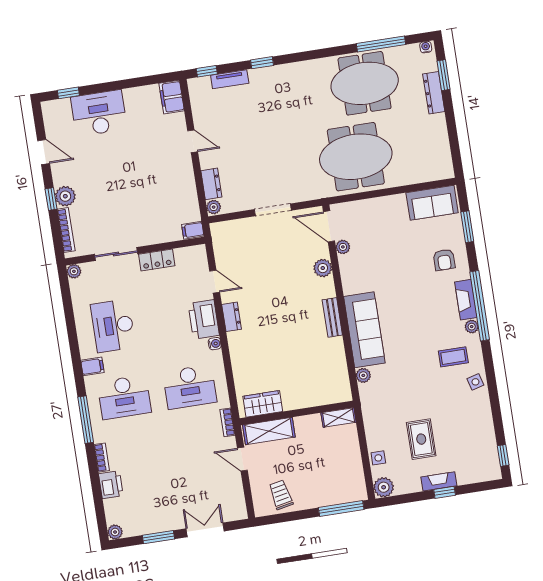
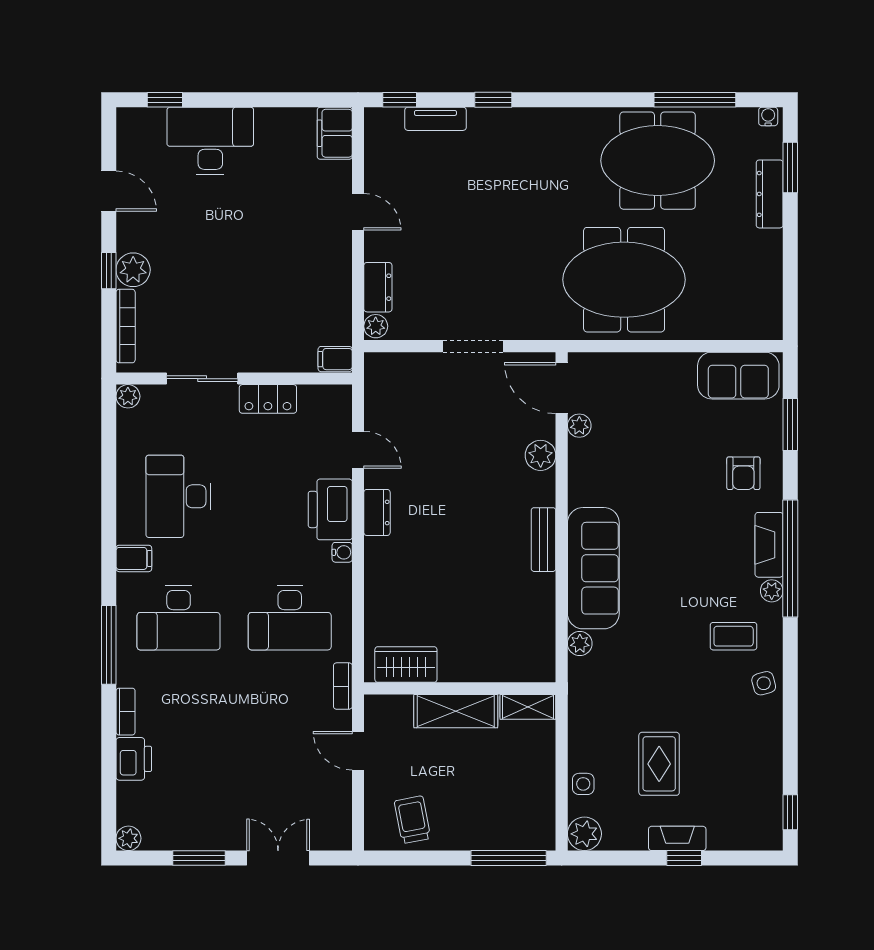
shelving: (269, 431) -> (456, 711), moved

